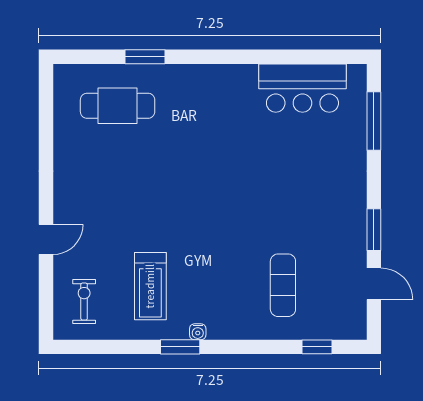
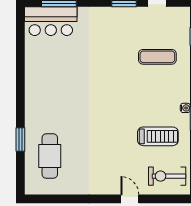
bar counter: (302, 88) -> (51, 21), moved, turned 90
exercise bike: (84, 302) -> (167, 176), width x1.38, depth x1.39

